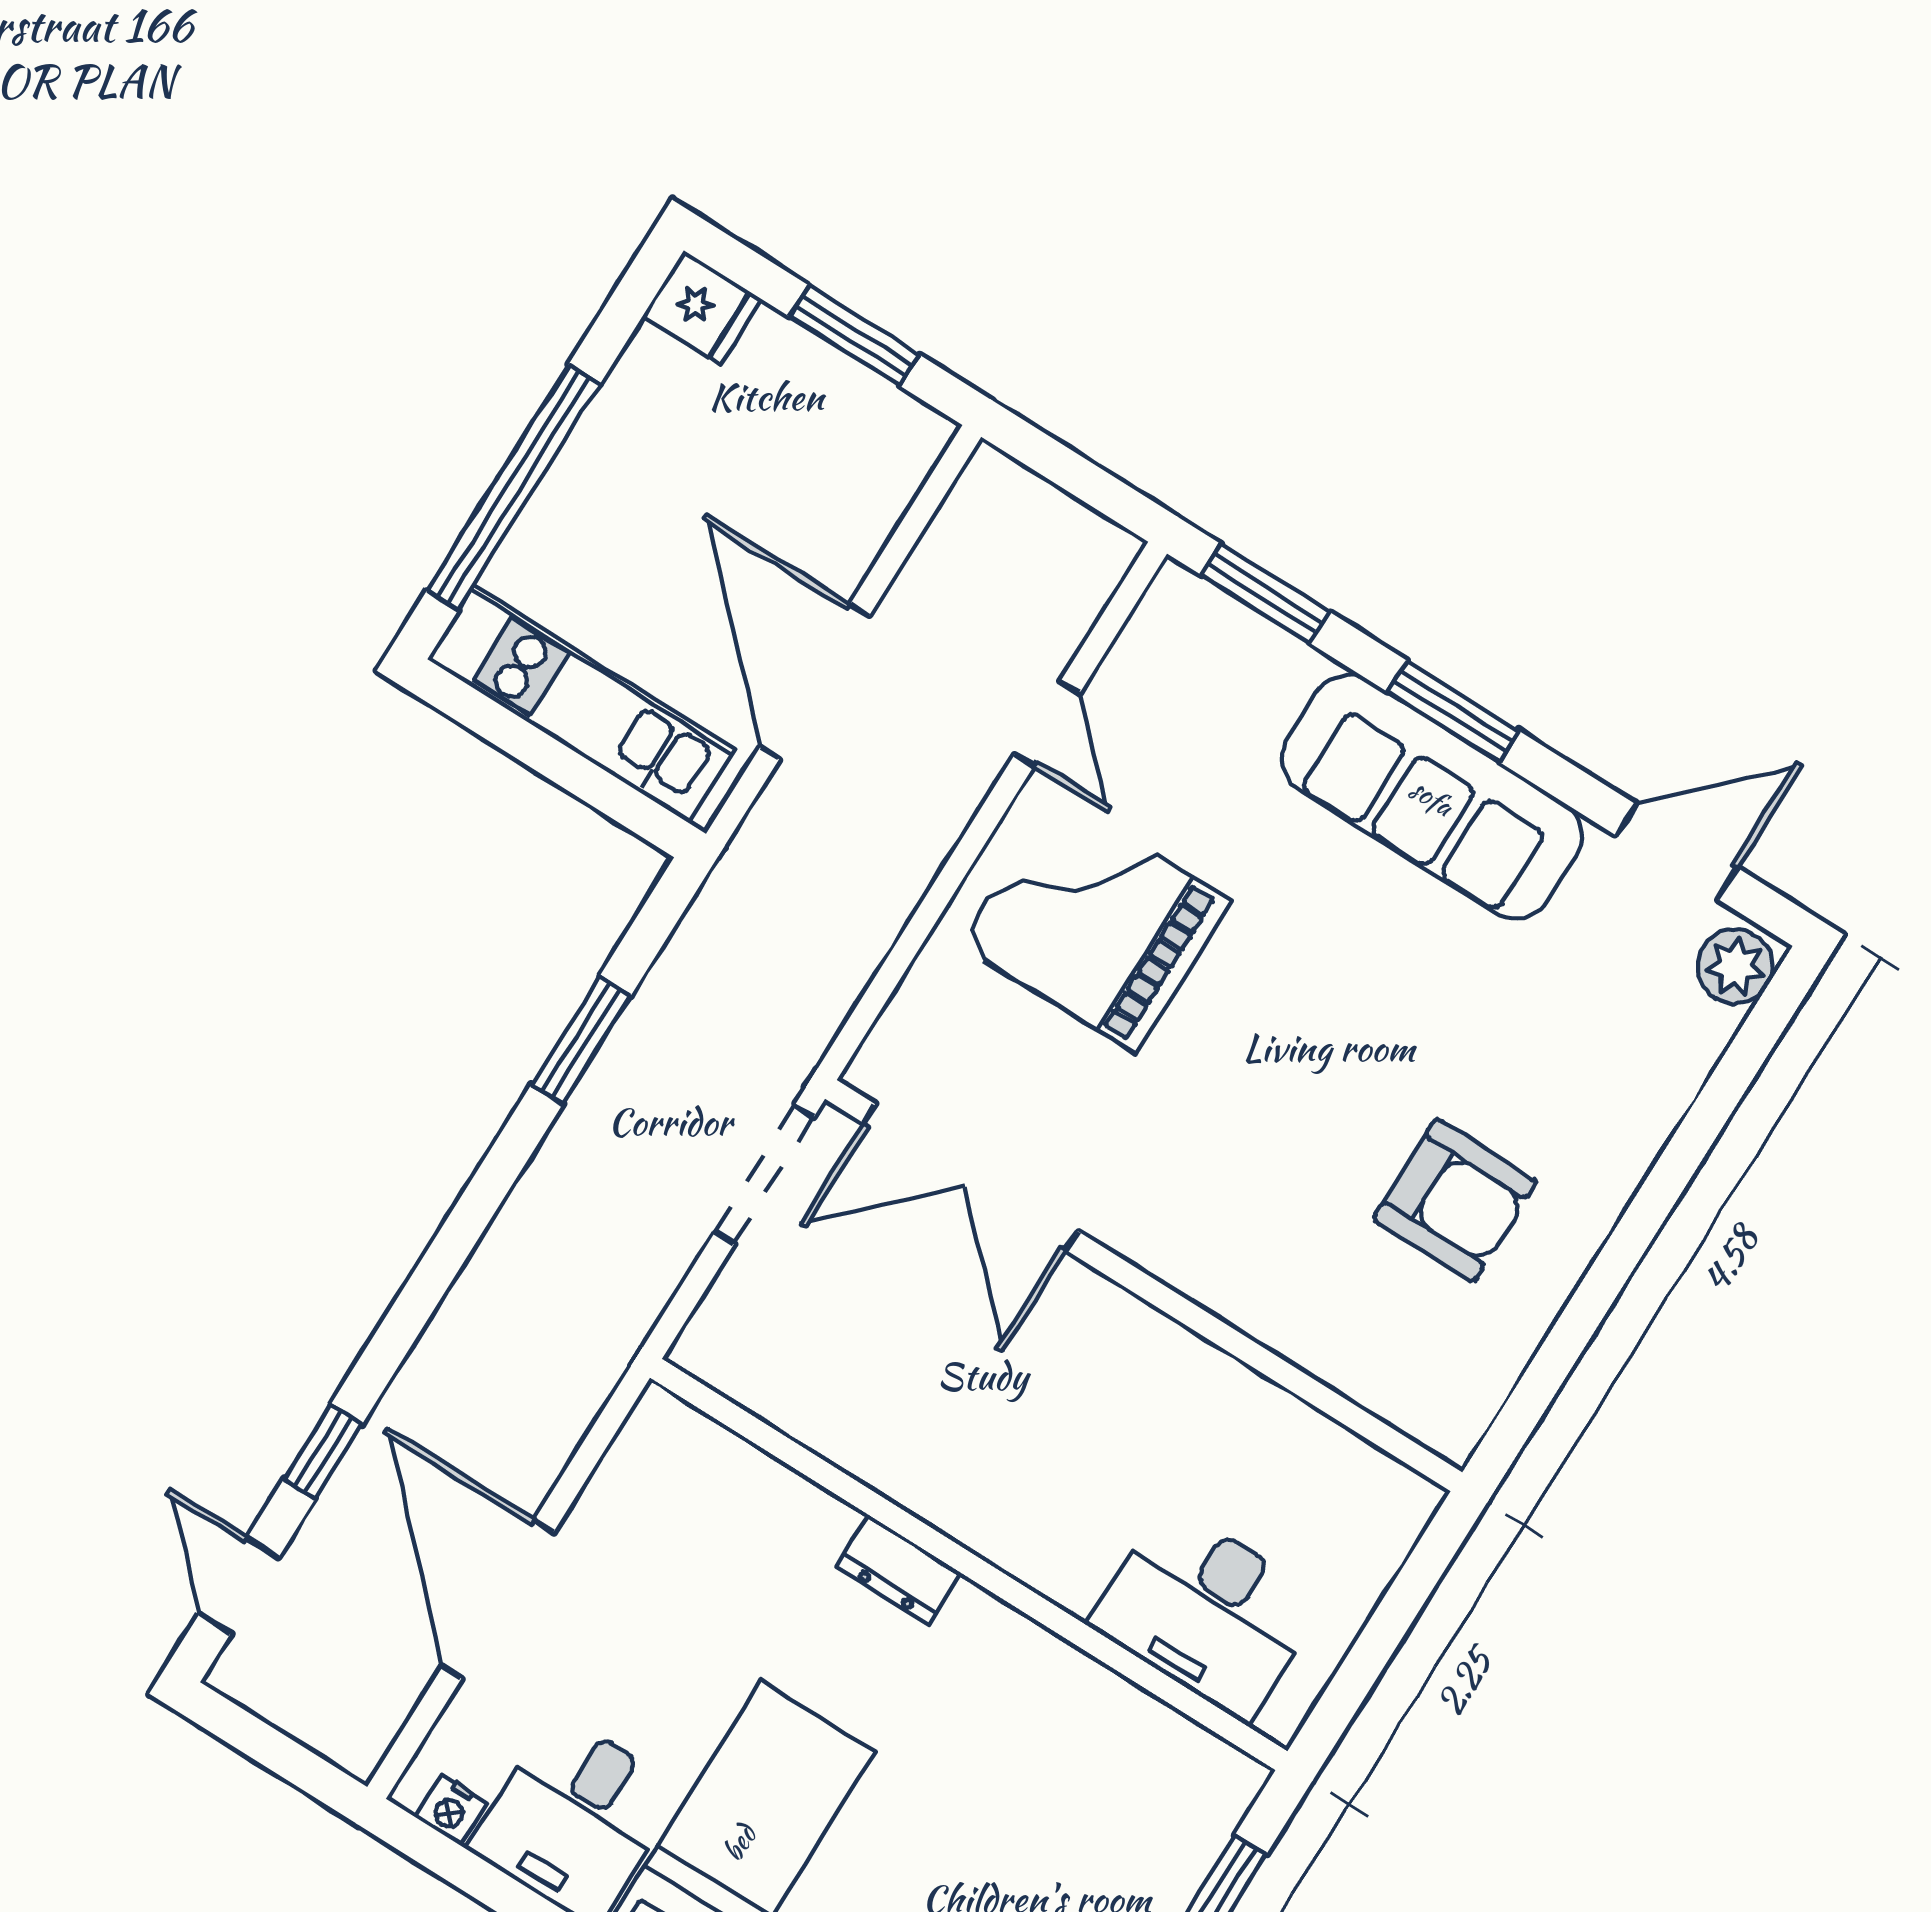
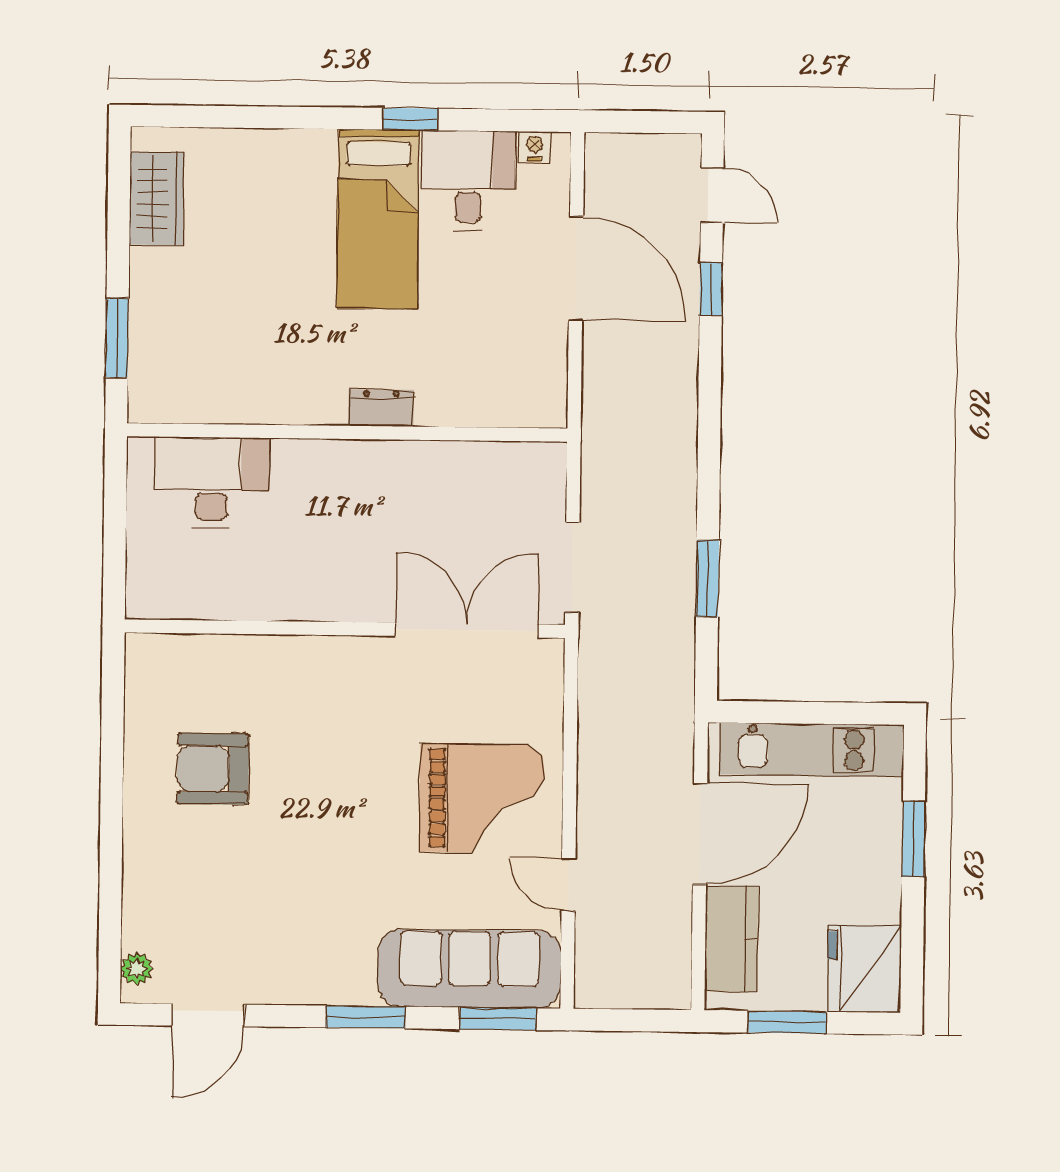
fridge: (702, 308) -> (864, 968), width x1.88, depth x1.34
window: (513, 488) -> (914, 839), width x0.47
kitchen counter: (861, 504) -> (731, 939), added
door: (815, 682) -> (700, 834), hinge flipped
sofa: (1432, 797) -> (469, 969), moved
plant: (1736, 966) -> (137, 969), width x0.73, depth x0.73

